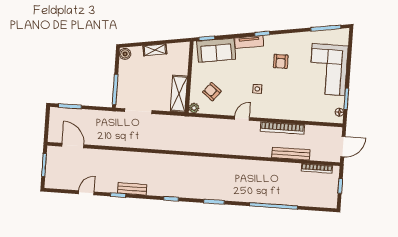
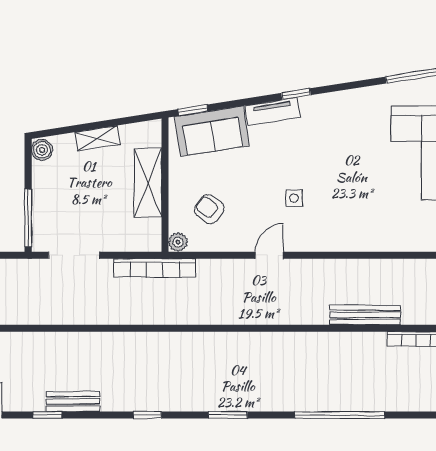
armchair: (281, 61) -> (334, 144), removed
shelving: (179, 94) -> (148, 183), moved
bookcase: (282, 128) -> (155, 268), moved

